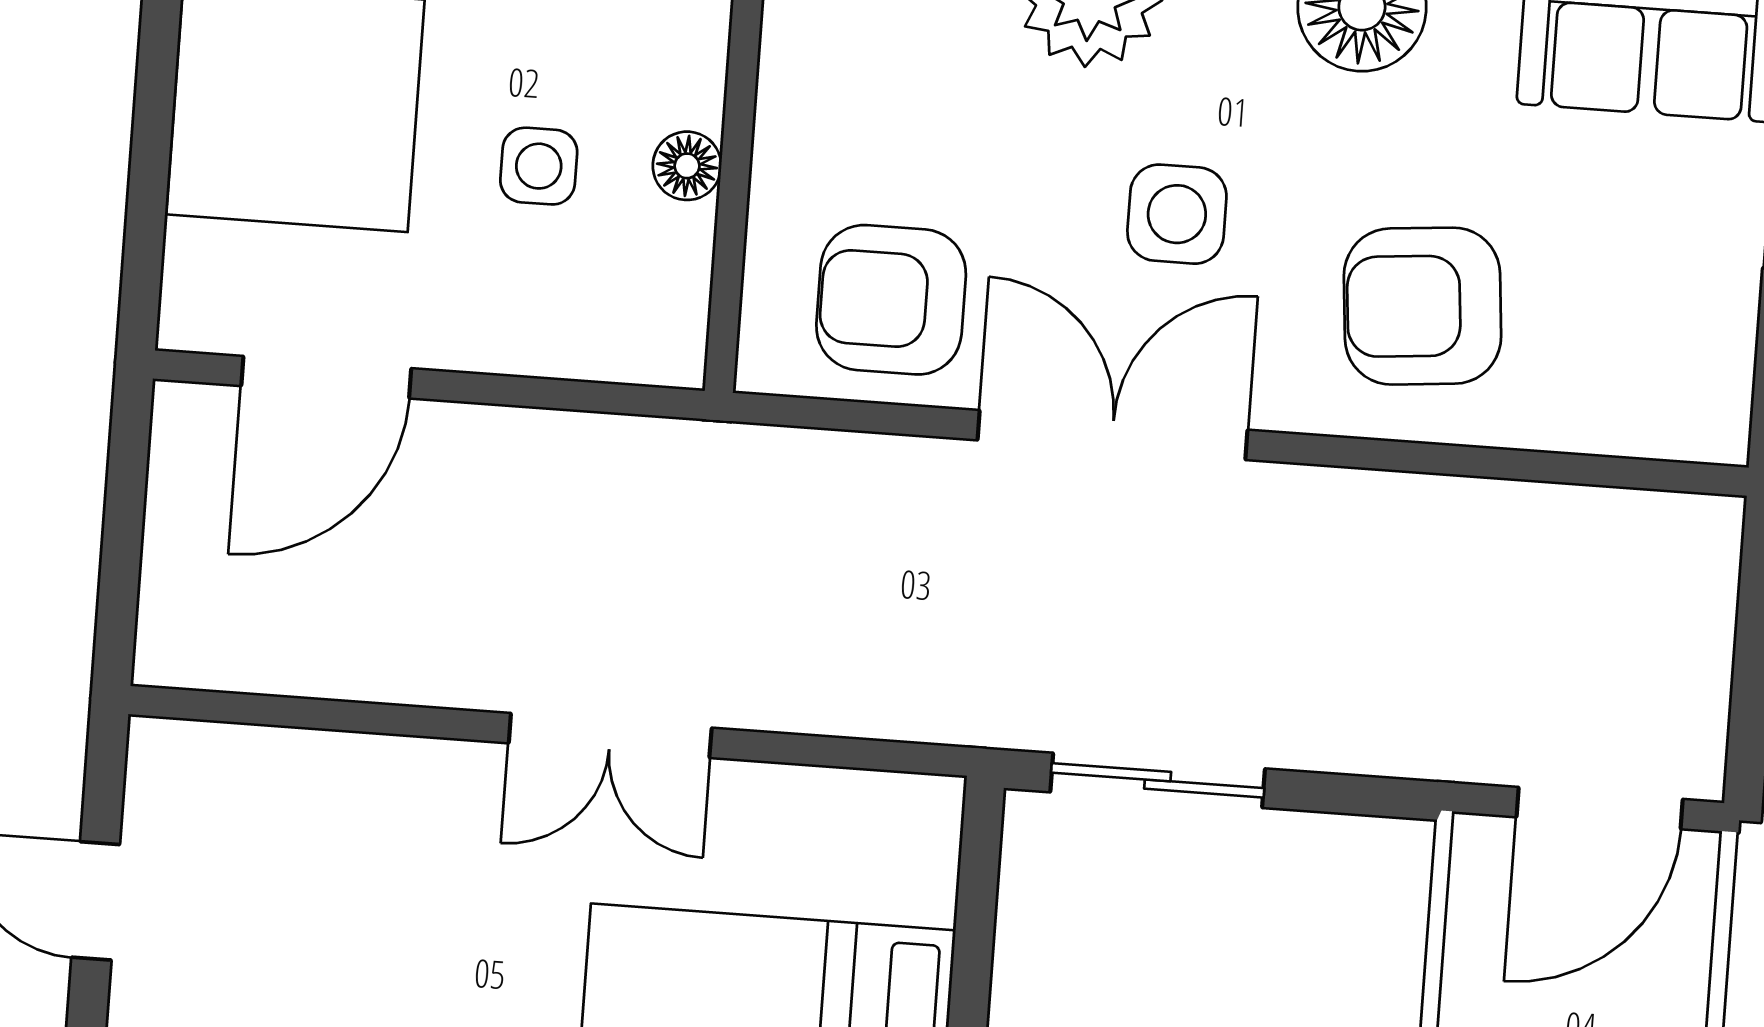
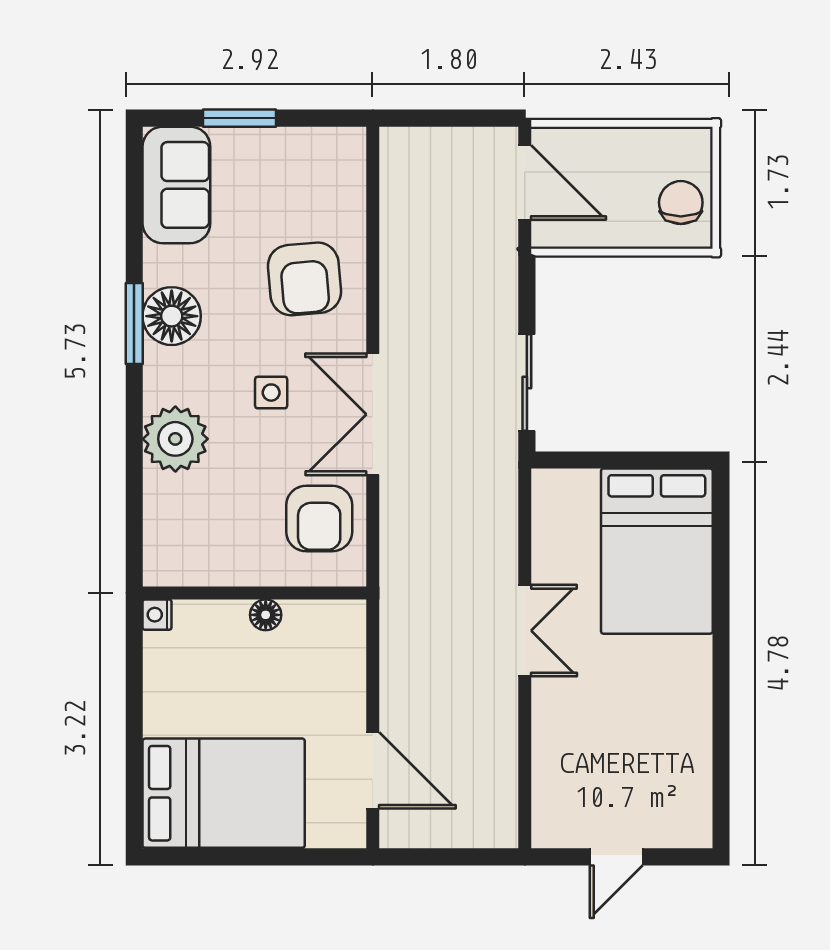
side table: (539, 166) -> (271, 682), removed
side table: (1177, 214) -> (271, 393), width x0.73, depth x0.73

